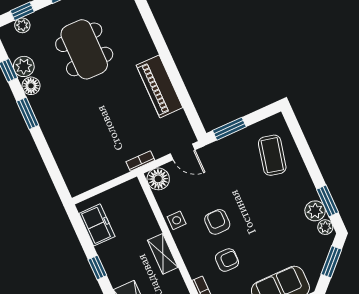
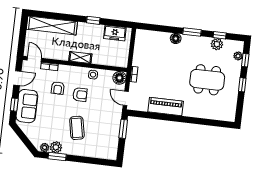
floor lamp: (31, 86) -> (176, 38), moved
door: (183, 152) -> (126, 98), hinge flipped
coffee table: (272, 155) -> (77, 128), moved, turned 66
window: (331, 262) -> (25, 140), removed

